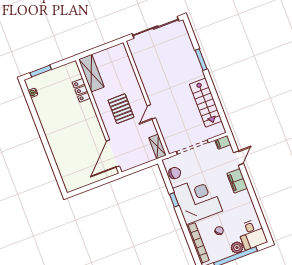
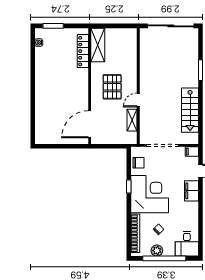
locker: (81, 90) -> (83, 51), width x1.53
shelving: (158, 147) -> (132, 120), moved
plant: (237, 248) -> (157, 251), moved

